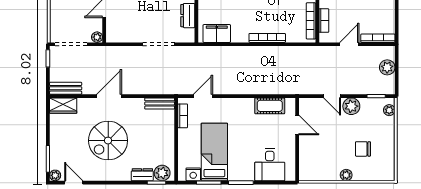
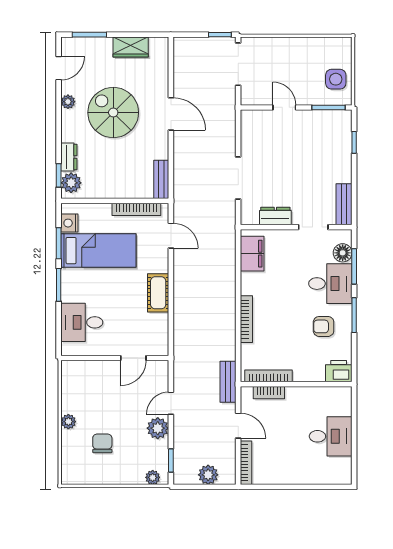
plant: (97, 37) -> (247, 98), removed
bench: (66, 88) -> (228, 382), moved
wardrobe: (63, 106) -> (131, 47), moved, turned -90
cot: (270, 106) -> (158, 293), moved
bookcase: (183, 116) -> (136, 209), width x1.56
plant: (55, 175) -> (68, 102), moved

